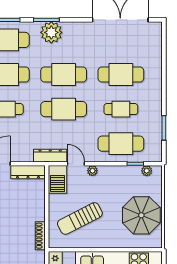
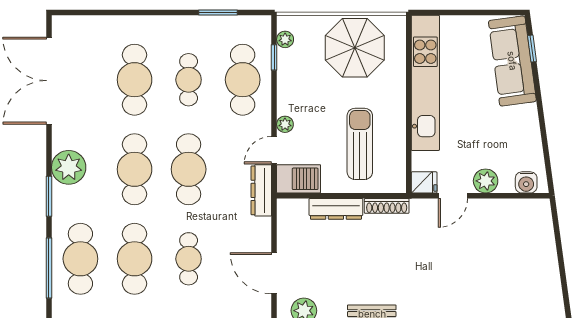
plant: (51, 32) -> (69, 167), moved
dresser: (28, 172) -> (336, 209), moved, turned 90
sun lounger: (80, 219) -> (360, 144), turned -153

